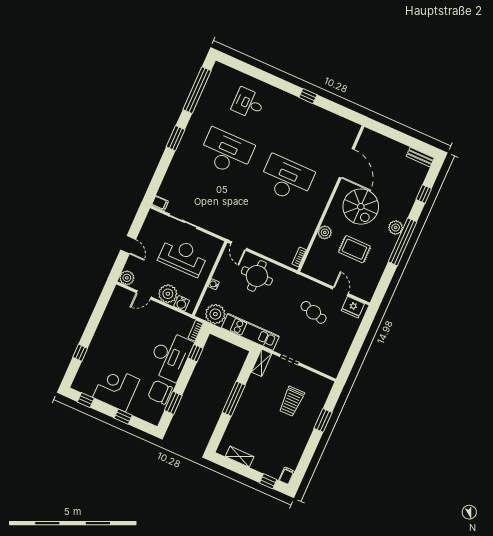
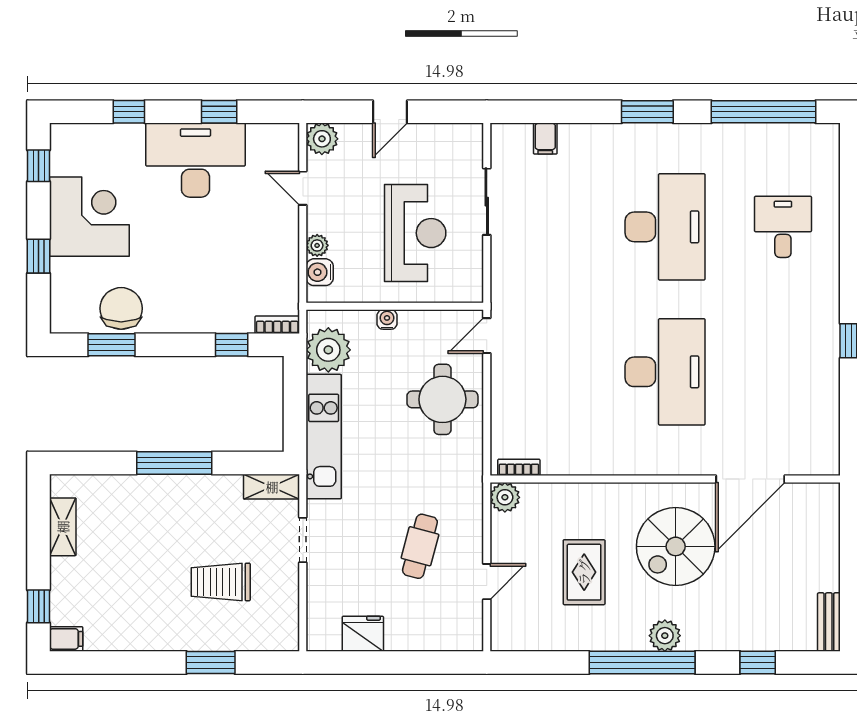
filing cabinet: (160, 203) -> (545, 139), moved
plant: (325, 232) -> (505, 497), moved
plant: (168, 294) -> (317, 245), width x0.53, depth x0.53
fridge: (353, 307) -> (363, 634), moved, turned 90
window: (97, 315) -> (219, 112), added
desk: (170, 356) -> (195, 160), moved, turned 180

